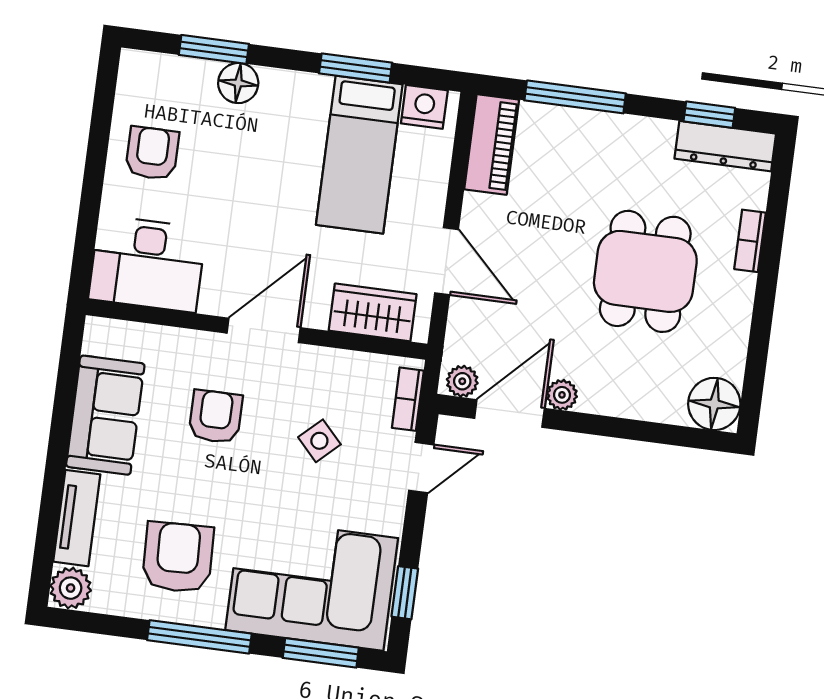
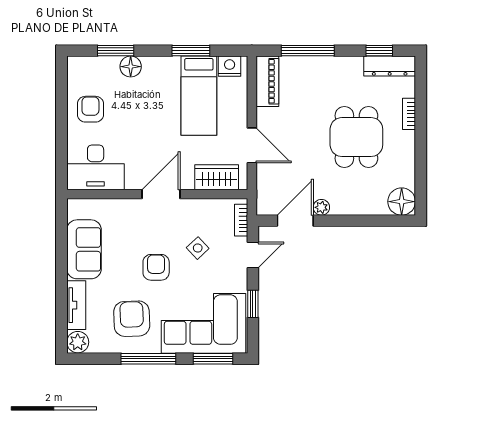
plant: (462, 381) -> (268, 207), removed
armchair: (216, 417) -> (156, 267), moved
window: (405, 593) -> (253, 304), moved

